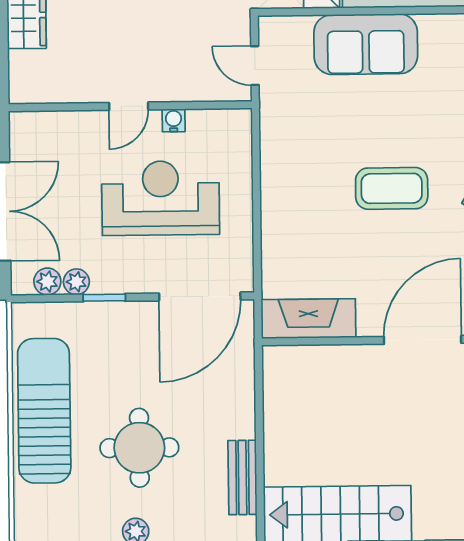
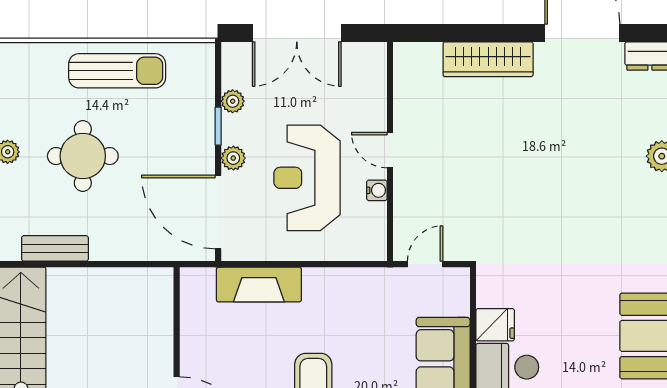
reception desk: (161, 198) -> (307, 178), turned 180
plant: (47, 282) -> (233, 158), moved
fireplace: (309, 319) -> (259, 285), moved, turned 90
sun lounger: (44, 411) -> (117, 71), width x0.73, depth x0.75

